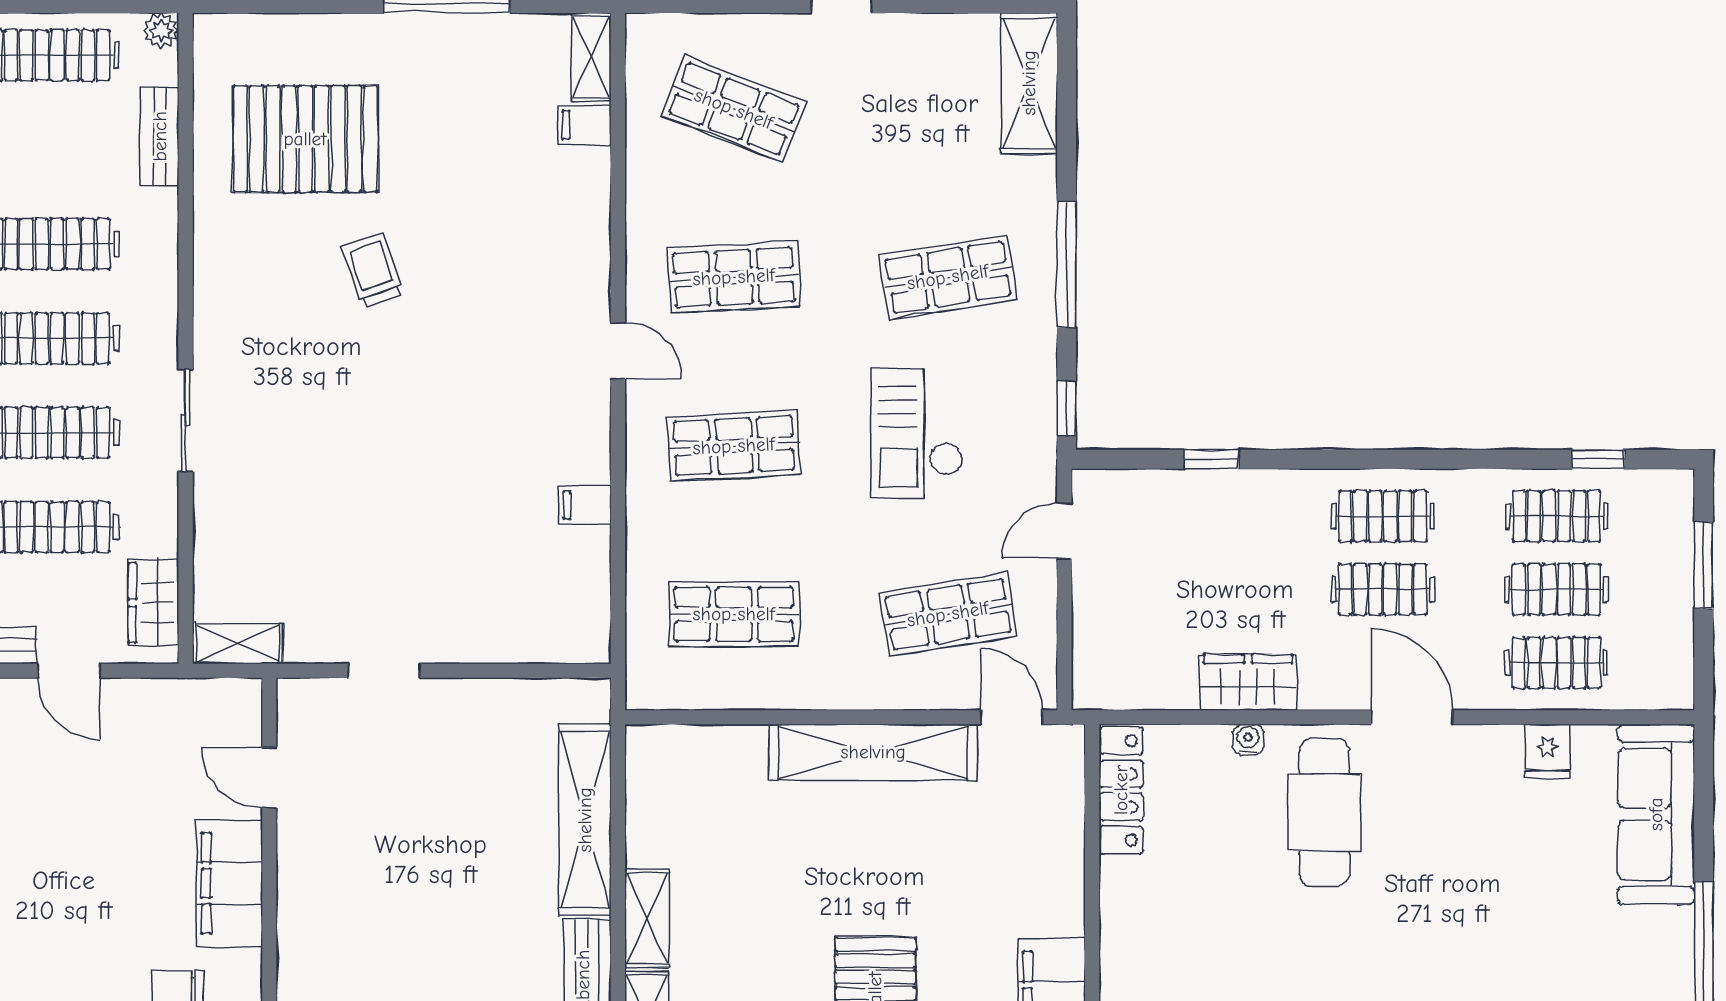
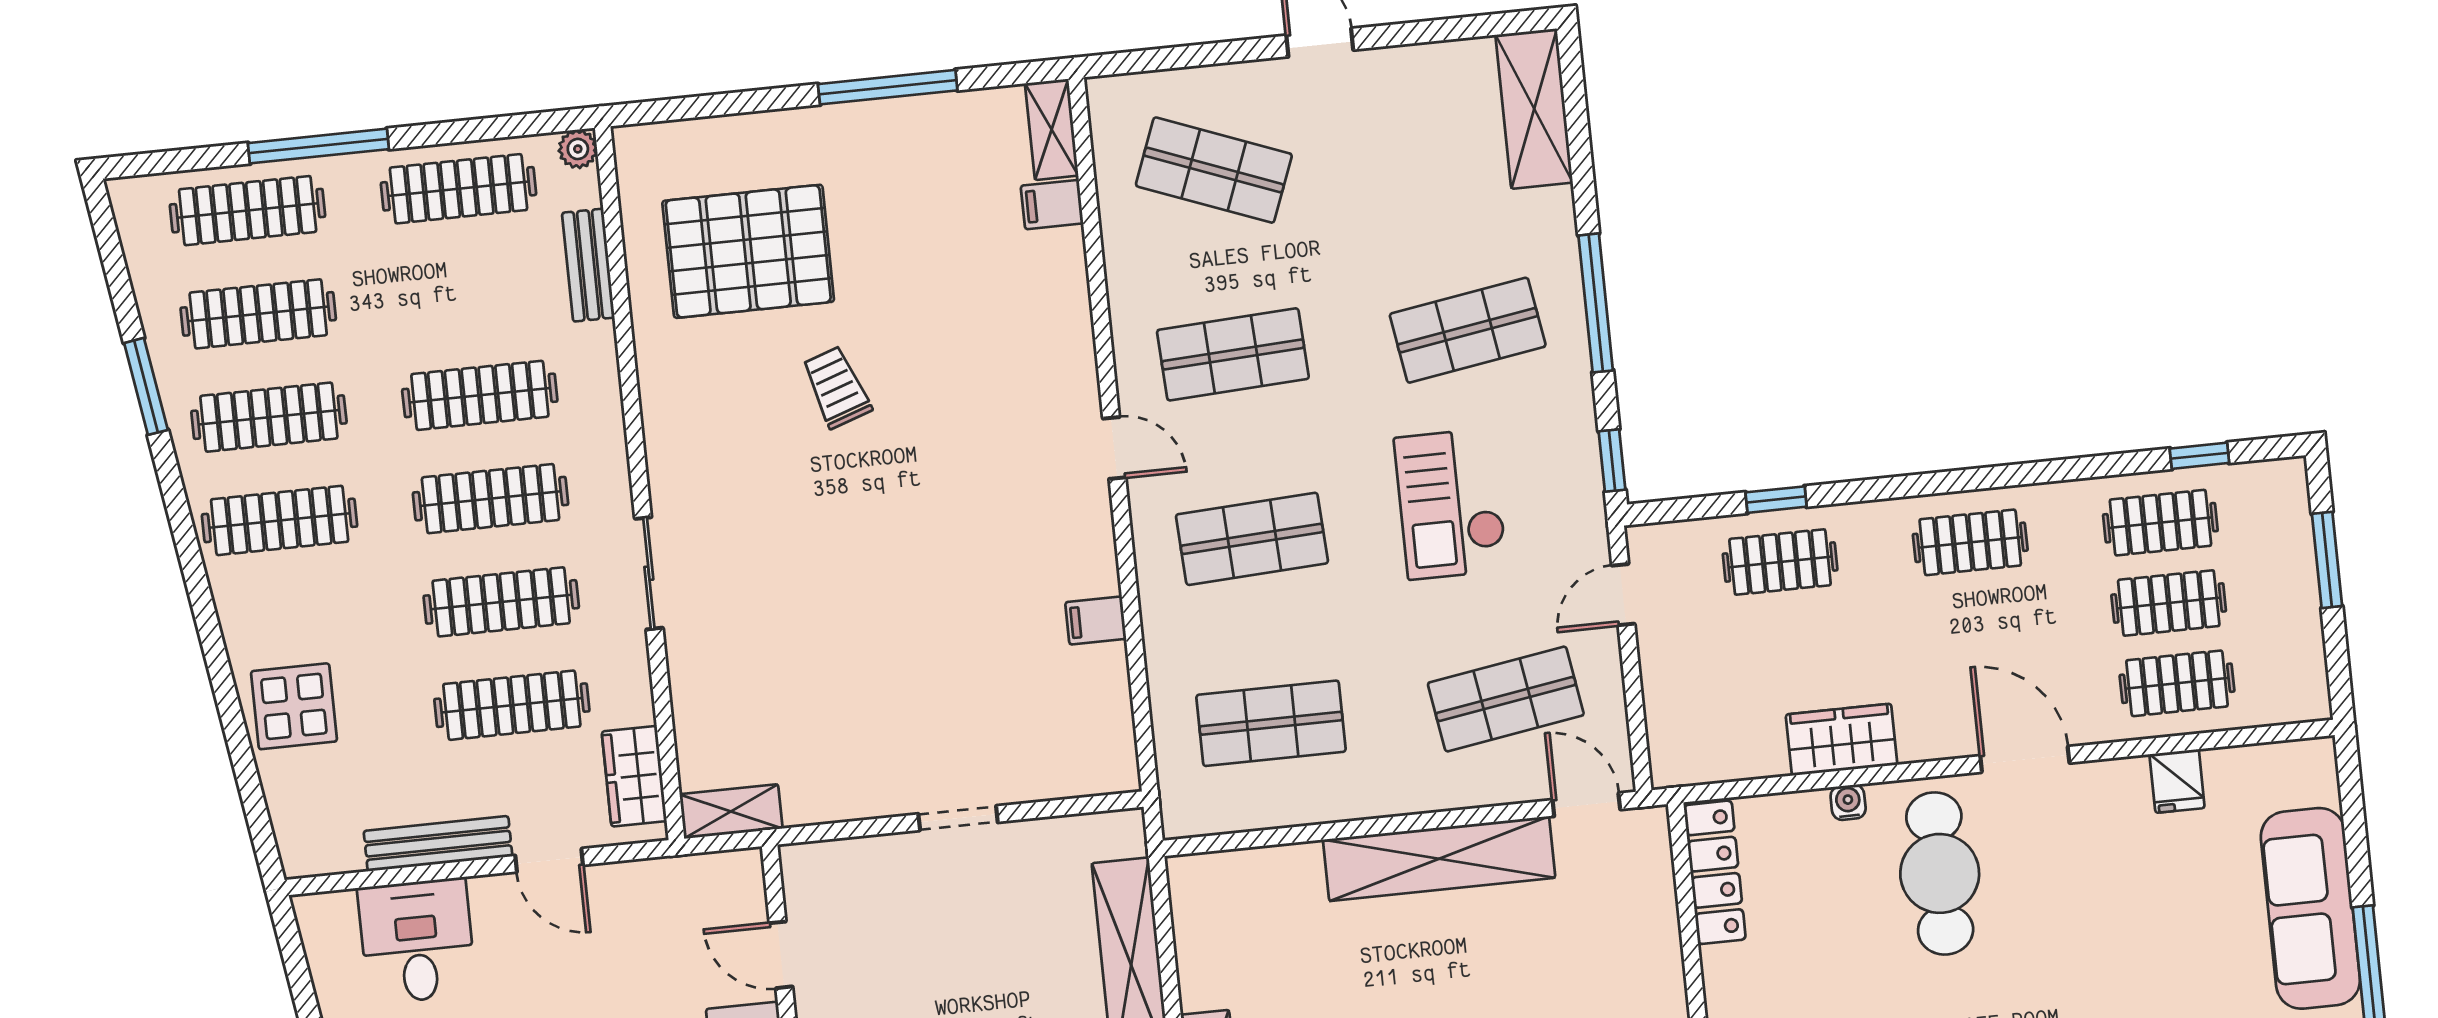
clothes rail: (1383, 589) -> (1780, 562), moved
doorway: (384, 671) -> (958, 818), moved
sofa: (1656, 814) -> (2310, 908), moved

